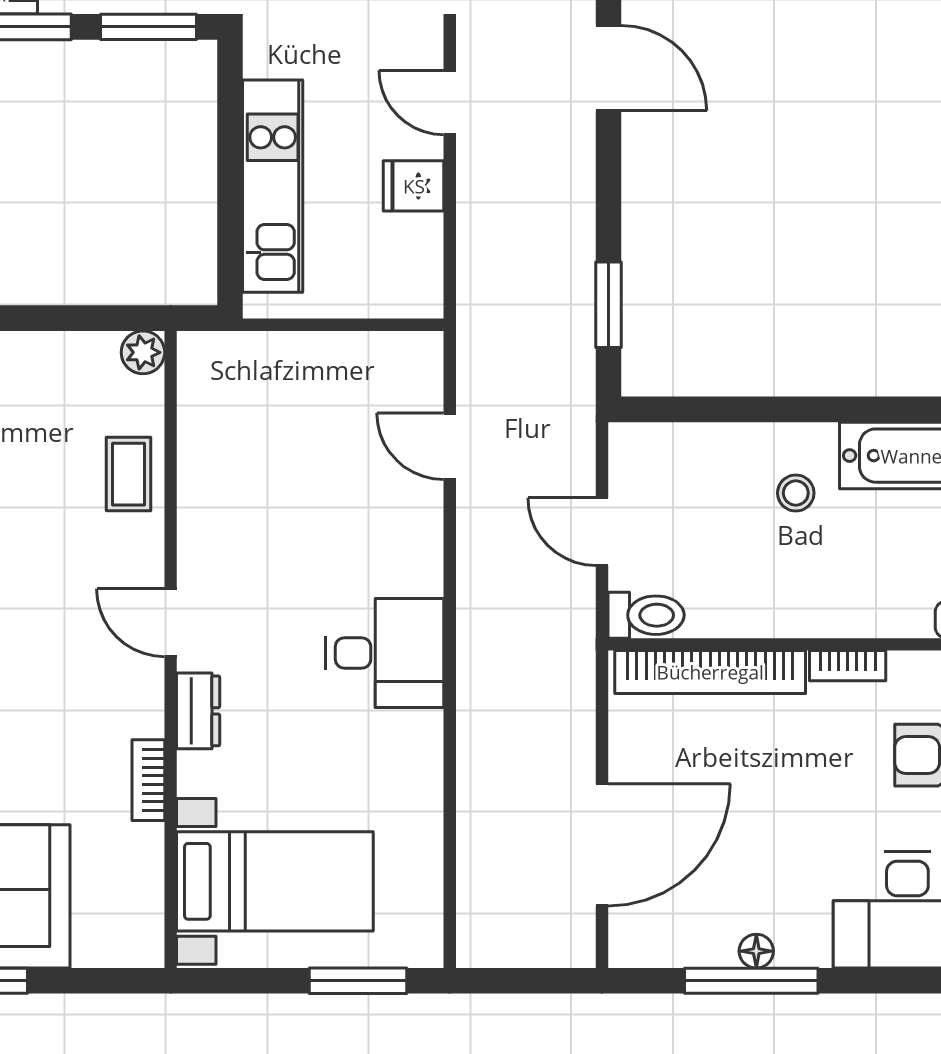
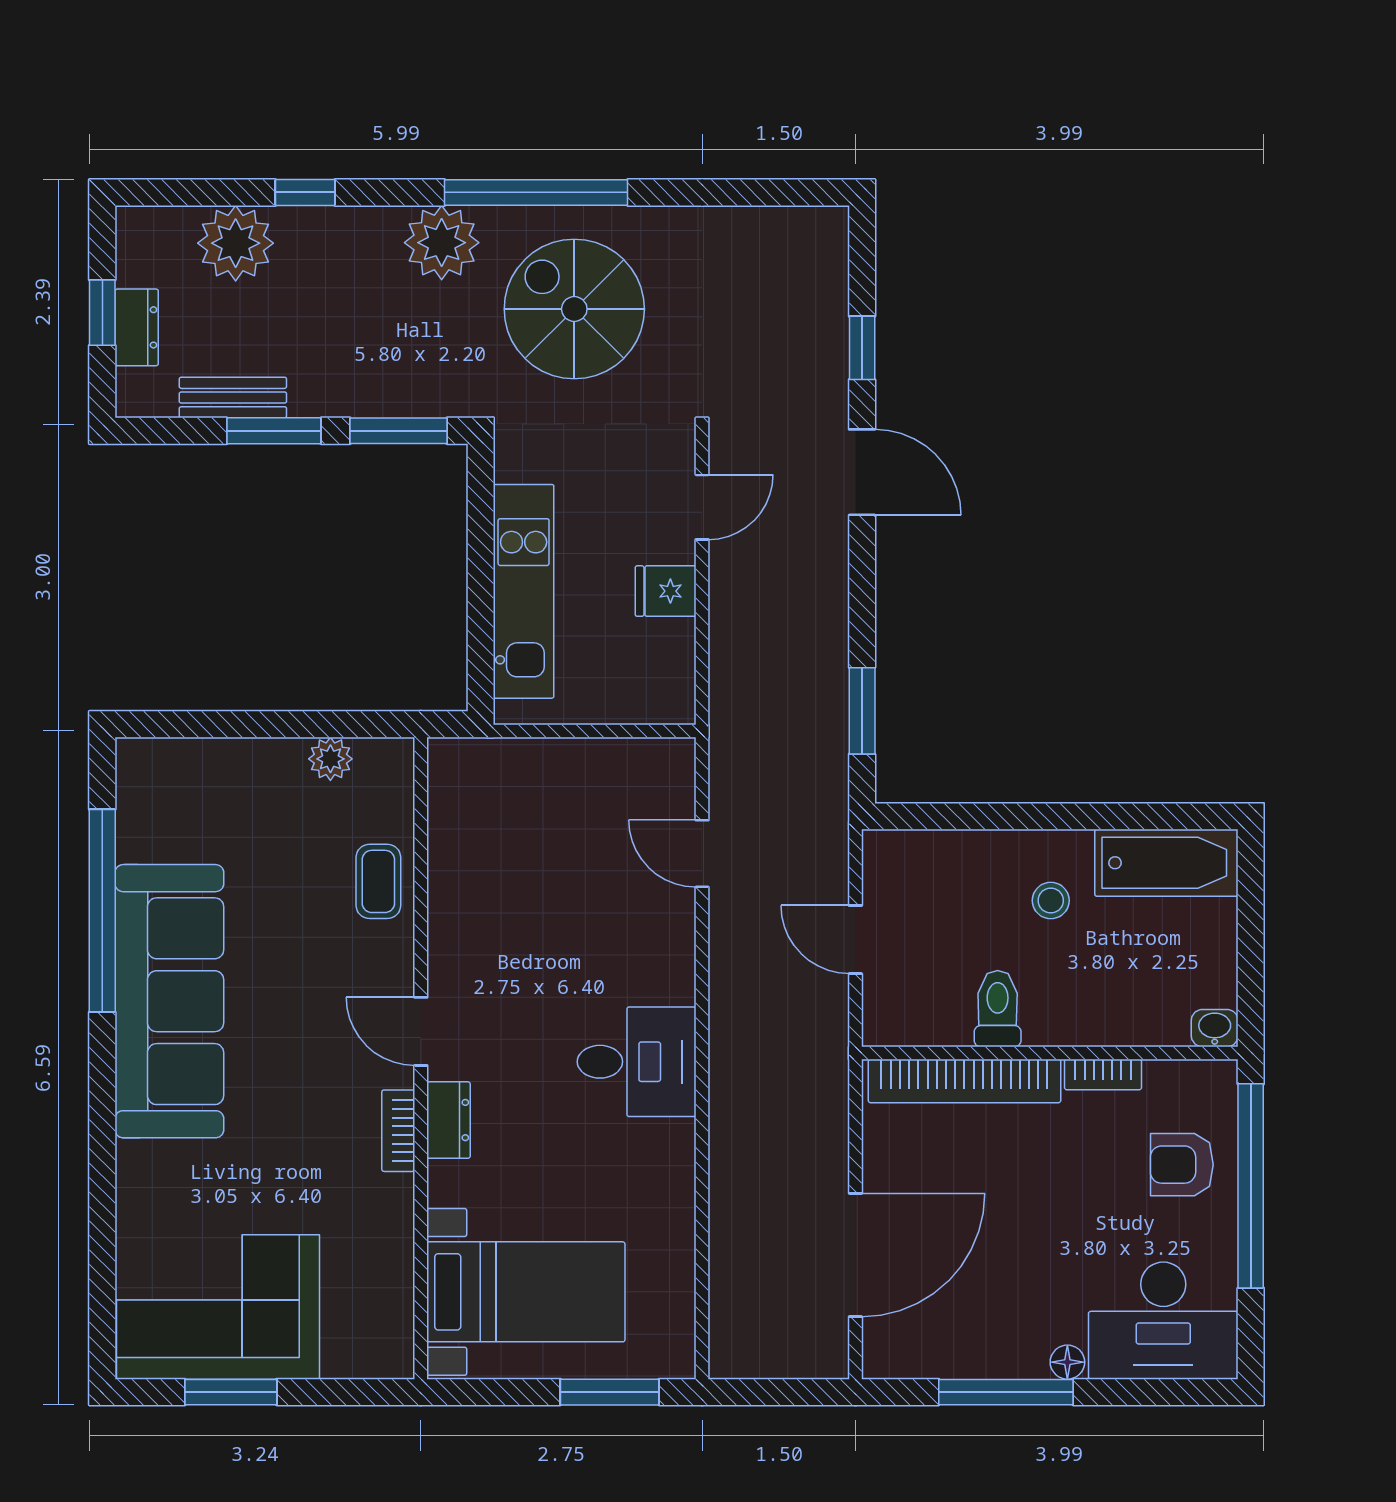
door: (450, 103) -> (702, 507), swing flipped
plant: (143, 352) -> (330, 759), moved
toilet: (646, 615) -> (998, 1009), moved, turned -90
bookcase: (148, 780) -> (398, 1131), moved
floor lamp: (756, 951) -> (1067, 1362), moved

